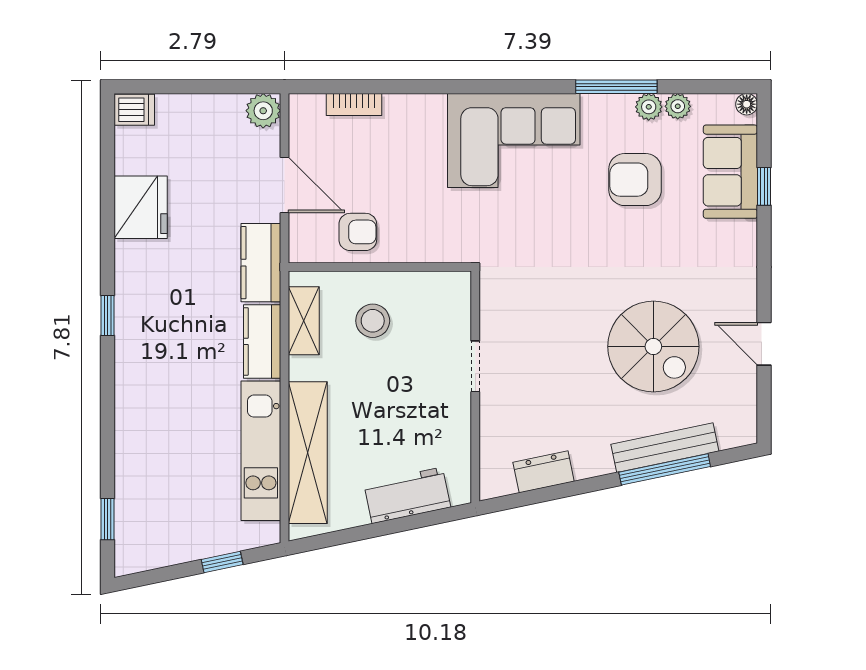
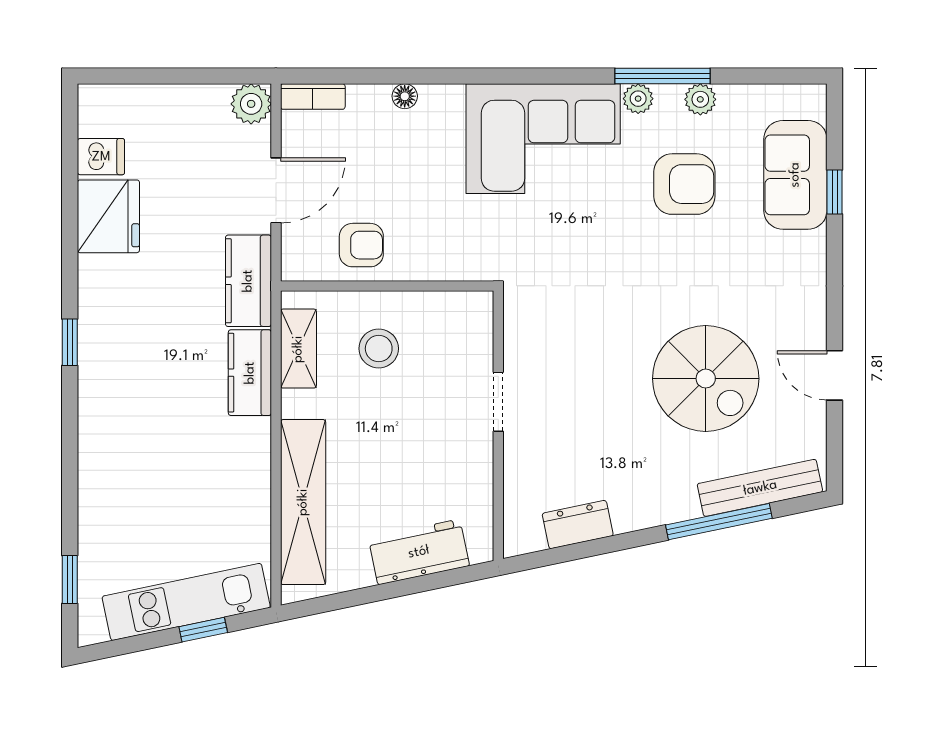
bookcase: (354, 104) -> (313, 97), moved
floor lamp: (747, 104) -> (405, 96), moved
plant: (678, 106) -> (638, 99), moved
dishwasher: (134, 110) -> (101, 157), moved
armchair: (635, 180) -> (684, 184), turned 180
door: (285, 185) -> (276, 190), hinge flipped
bench: (665, 448) -> (760, 488), moved
kitchen unit: (261, 451) -> (186, 602), moved, turned 78

